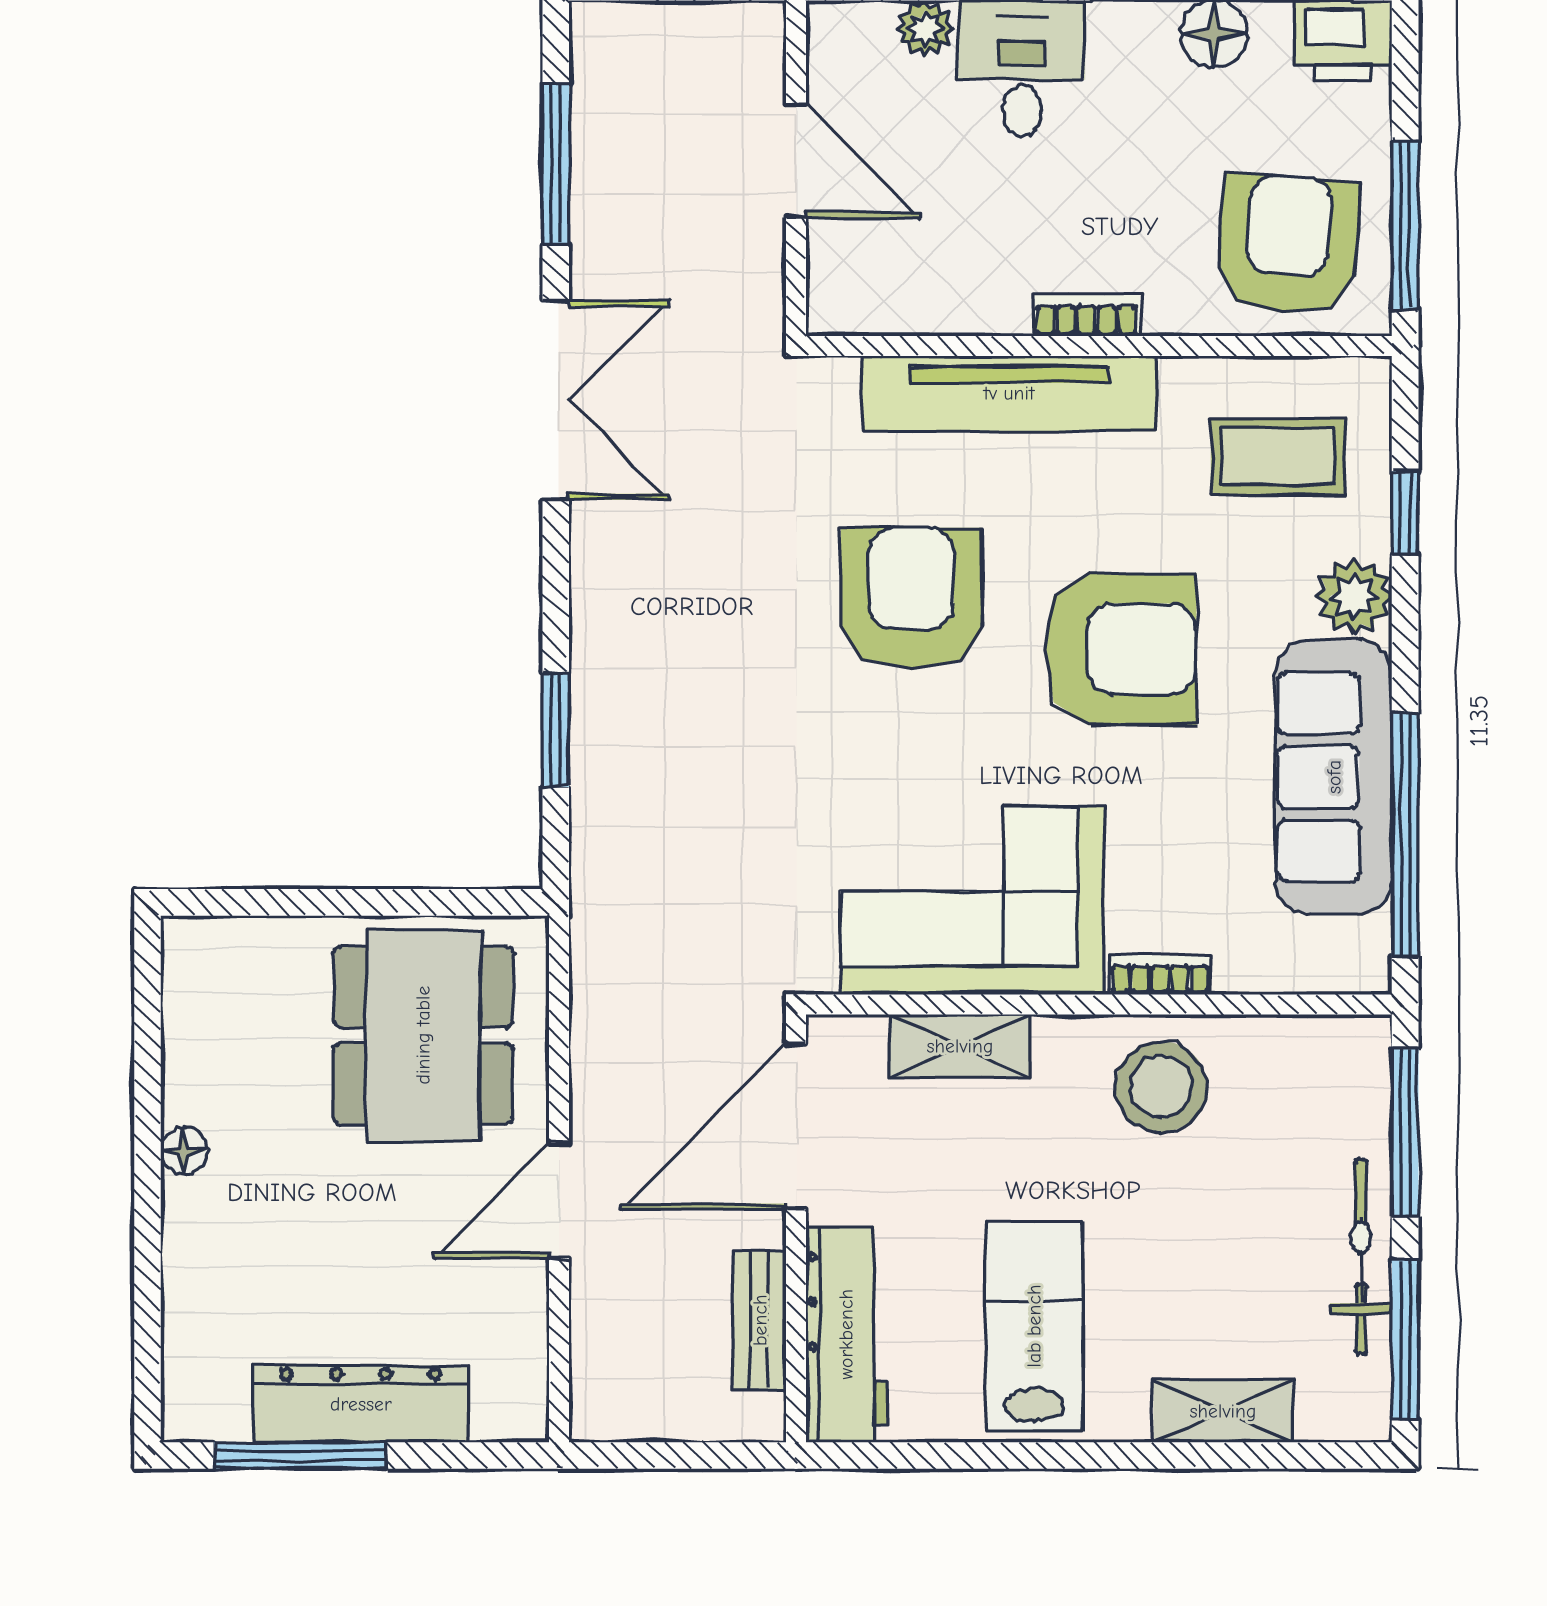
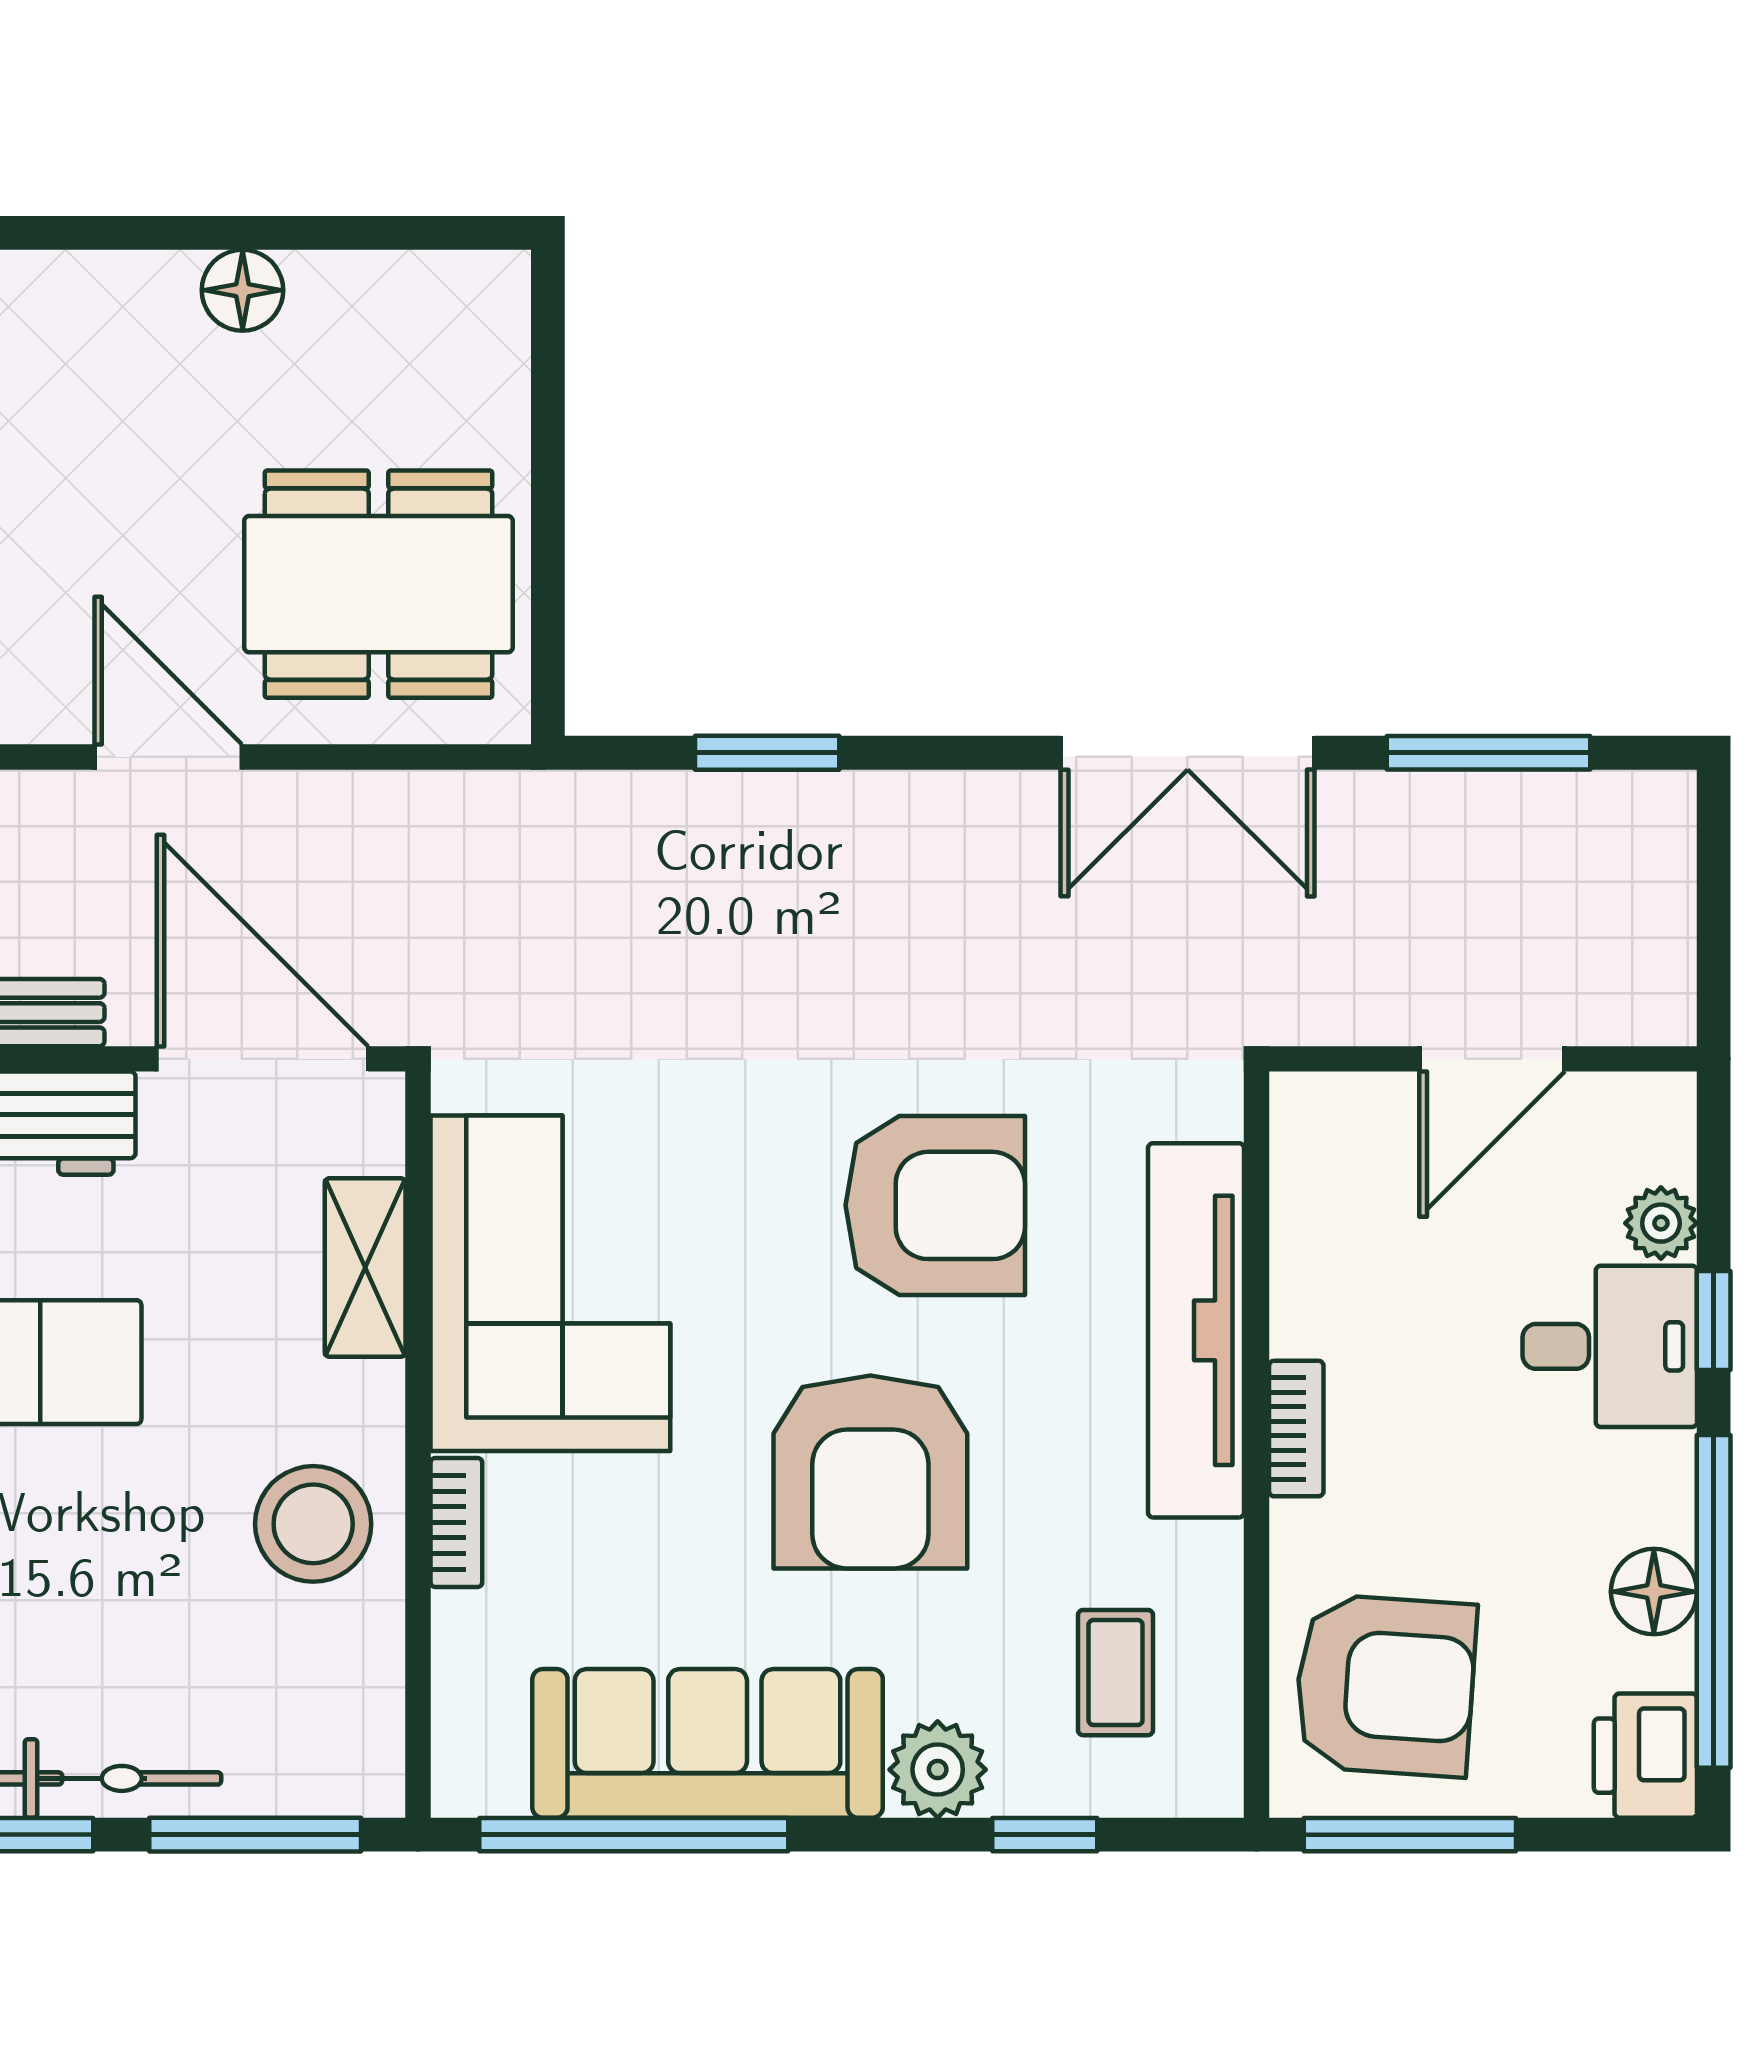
coffee table: (1278, 457) -> (1116, 1673), width x0.73, depth x0.77
floor lamp: (184, 1151) -> (243, 290), width x1.37, depth x1.37

